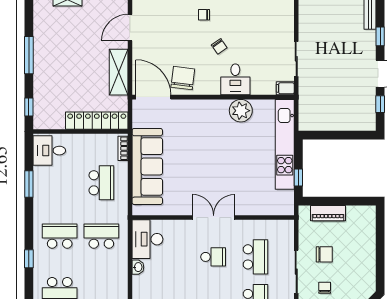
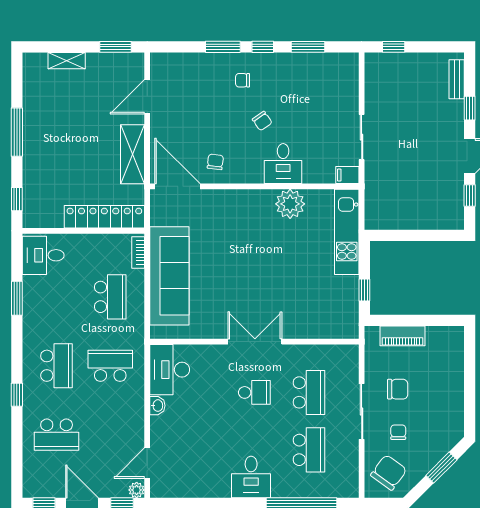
chair: (183, 78) -> (215, 162), width x0.54, depth x0.54
kitchen unit: (285, 144) -> (347, 232), width x0.73
school desk: (60, 236) -> (57, 366), turned 90

